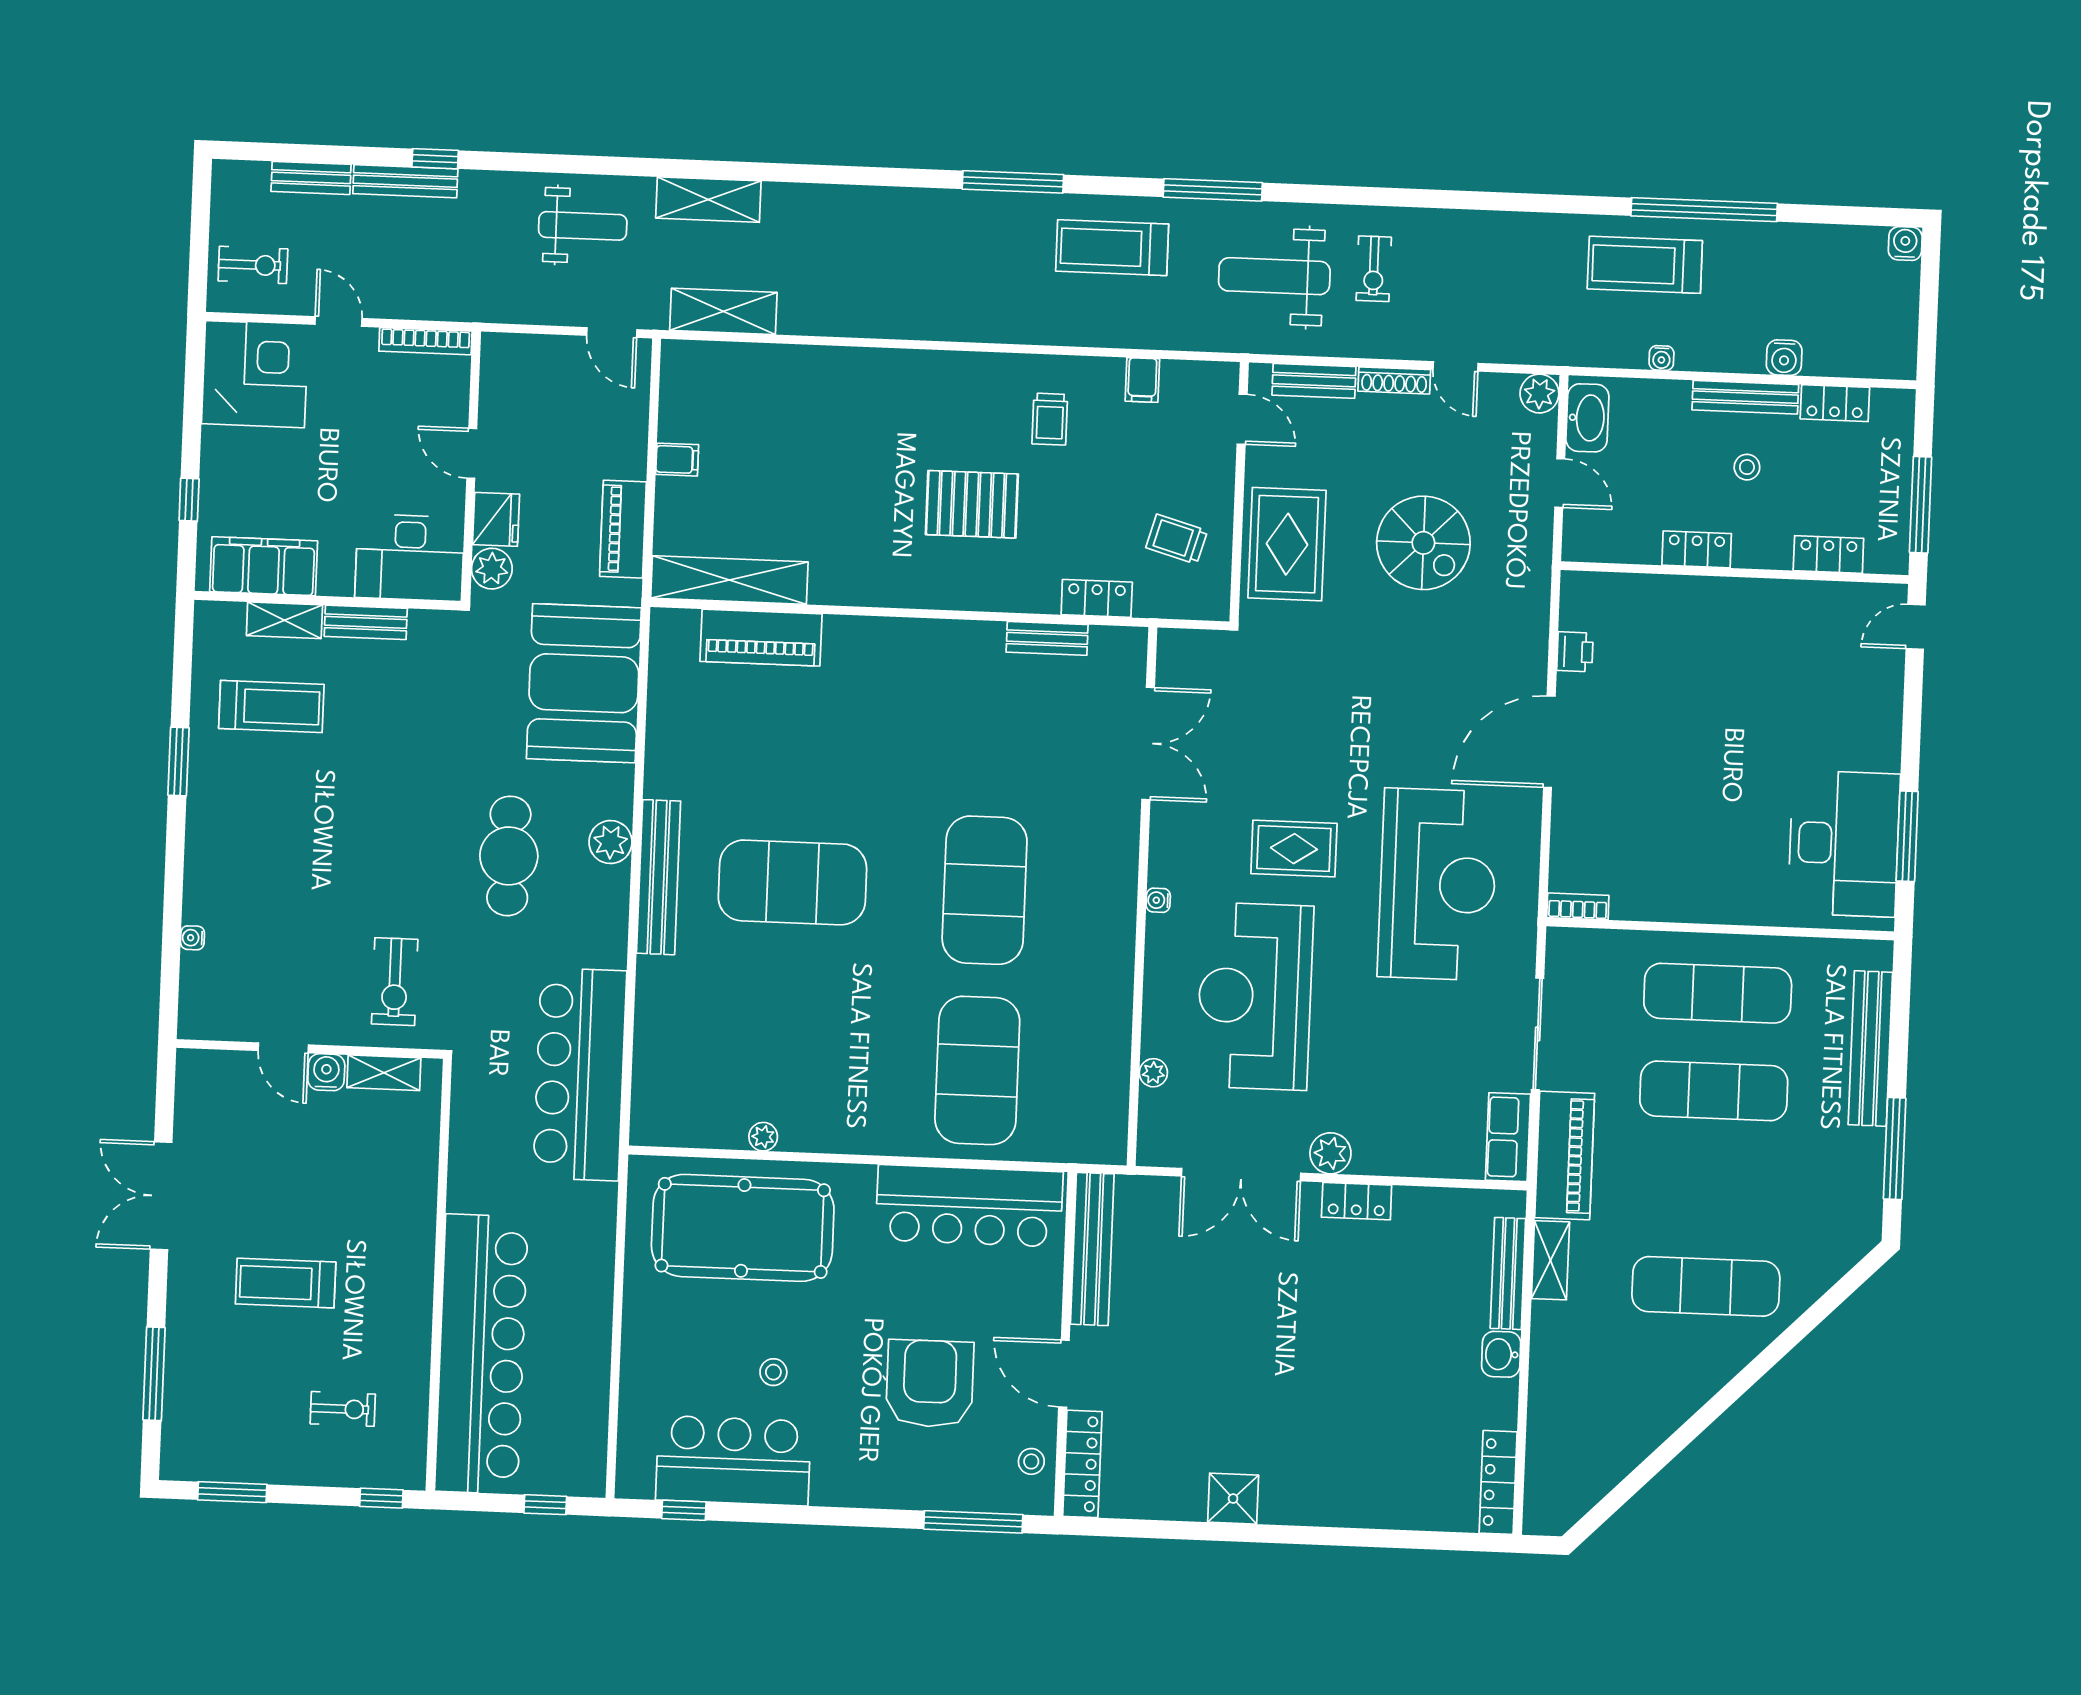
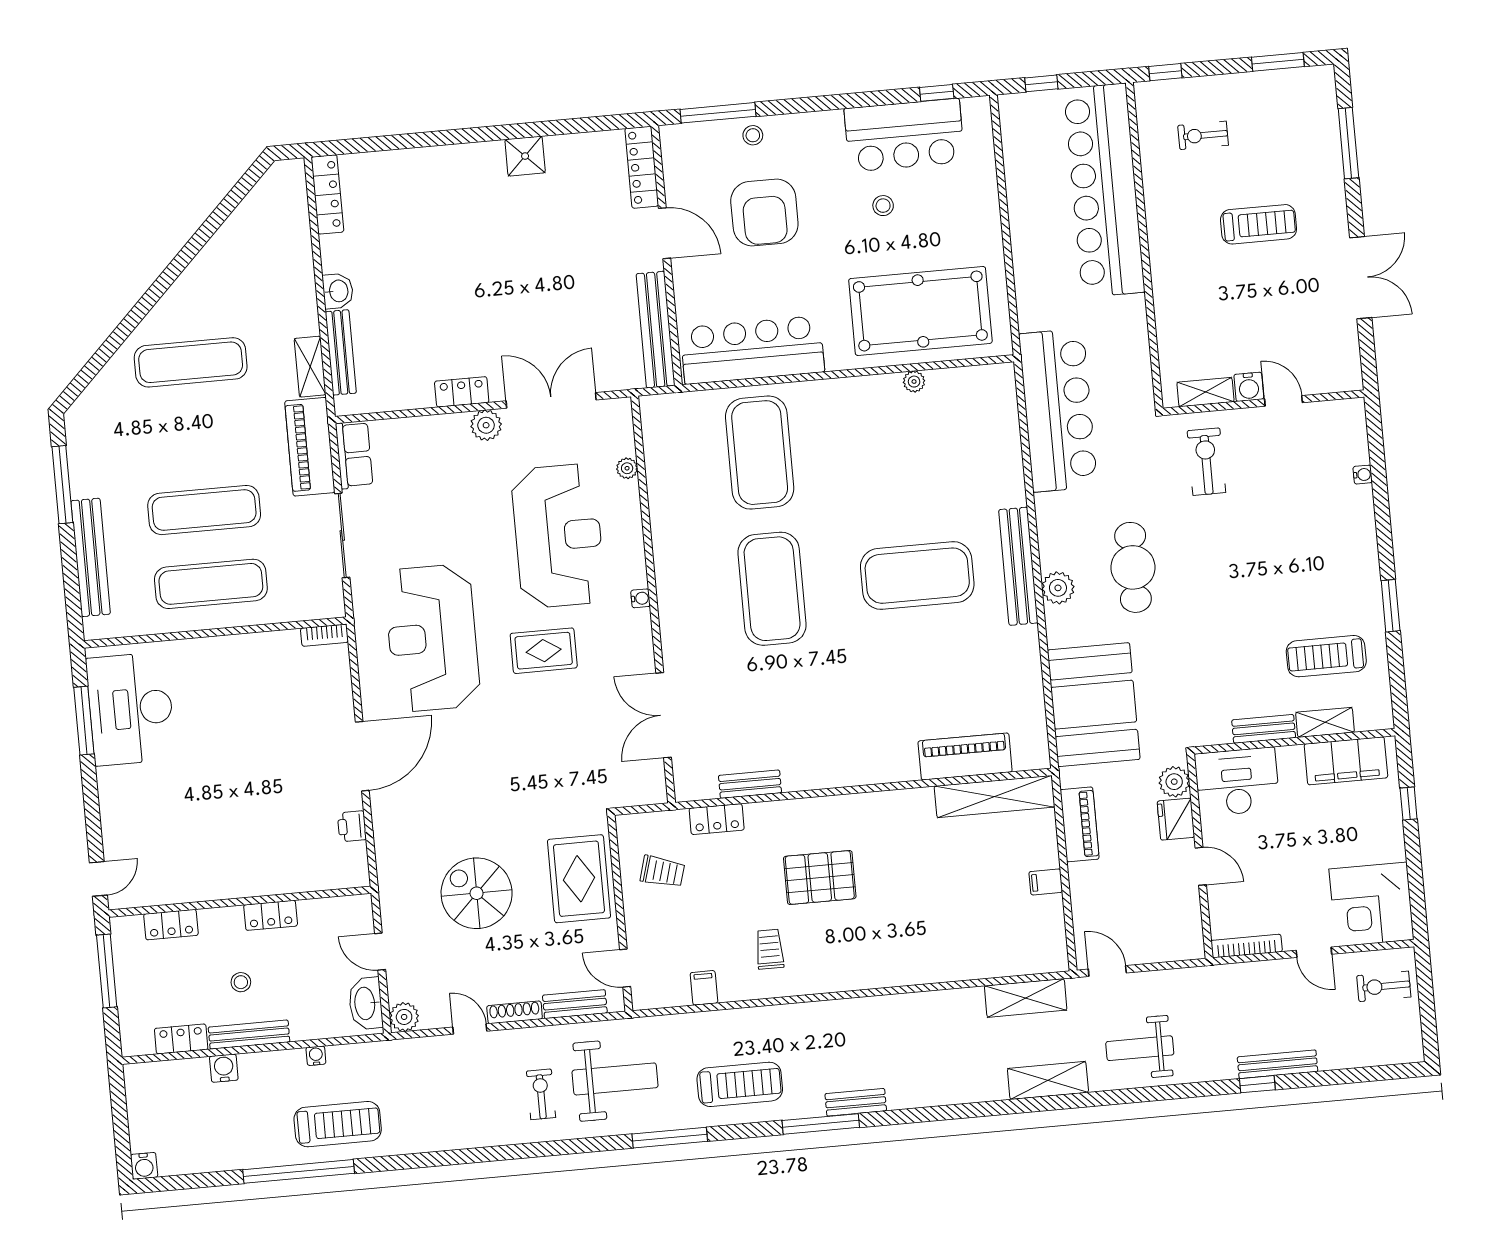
bench: (311, 178) -> (856, 1102), moved
stool: (1031, 1461) -> (753, 135), moved

